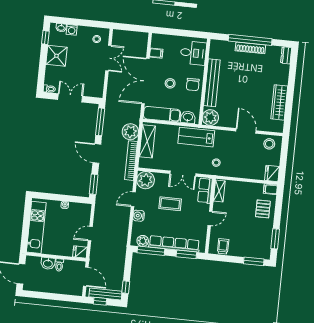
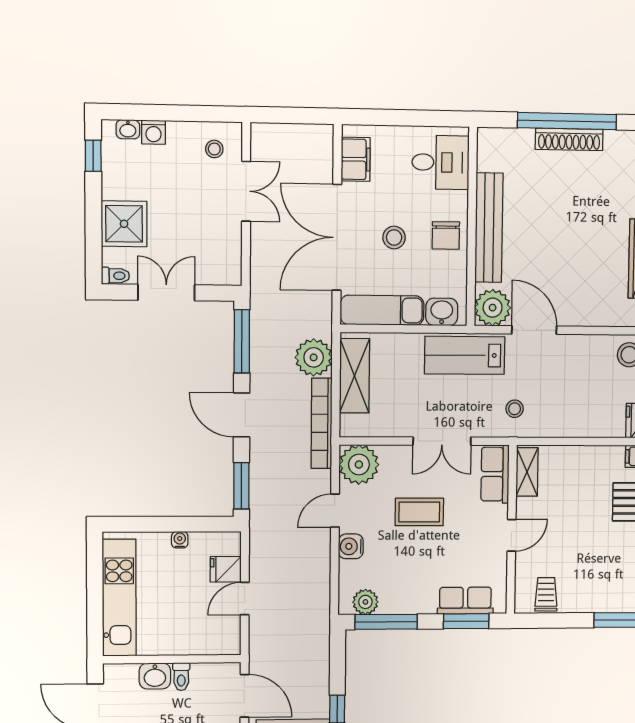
filing cabinet: (156, 53) -> (356, 159), width x2.00
shower: (56, 56) -> (124, 224), moved
door: (246, 131) -> (534, 330), moved
row of seats: (174, 244) -> (465, 601), width x0.50
fridge: (80, 252) -> (226, 569), moved

